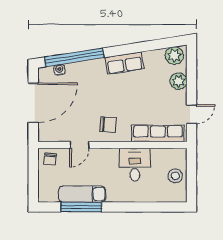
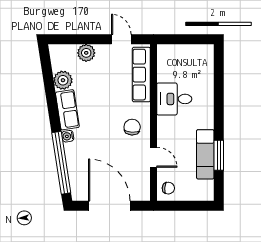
plant: (174, 56) -> (63, 80), moved
water cooler: (59, 70) -> (68, 136), moved
stool: (175, 176) -> (186, 56), removed
window: (81, 207) -> (219, 155), width x0.69

